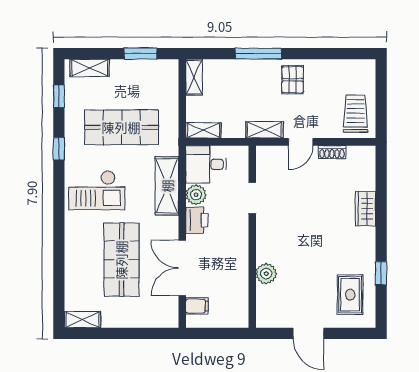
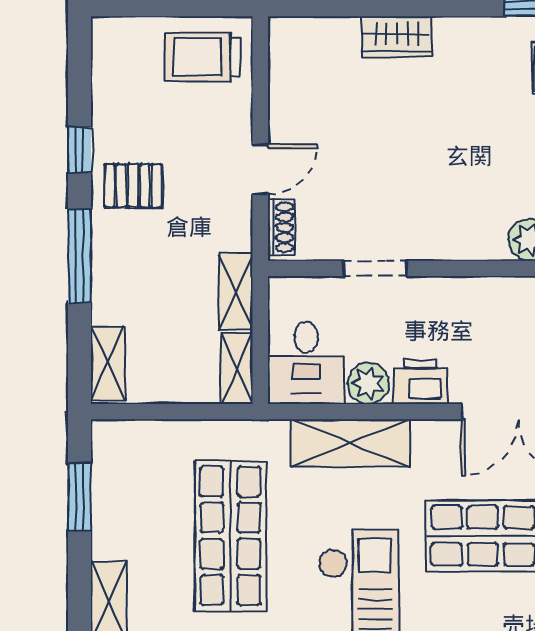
window: (310, 54) -> (80, 150), added
shelving: (194, 77) -> (108, 363), moved, turned 90
shelving: (264, 130) -> (236, 291), moved
door: (301, 142) -> (260, 169), hinge flipped
shoe rack: (332, 152) -> (281, 227), moved

